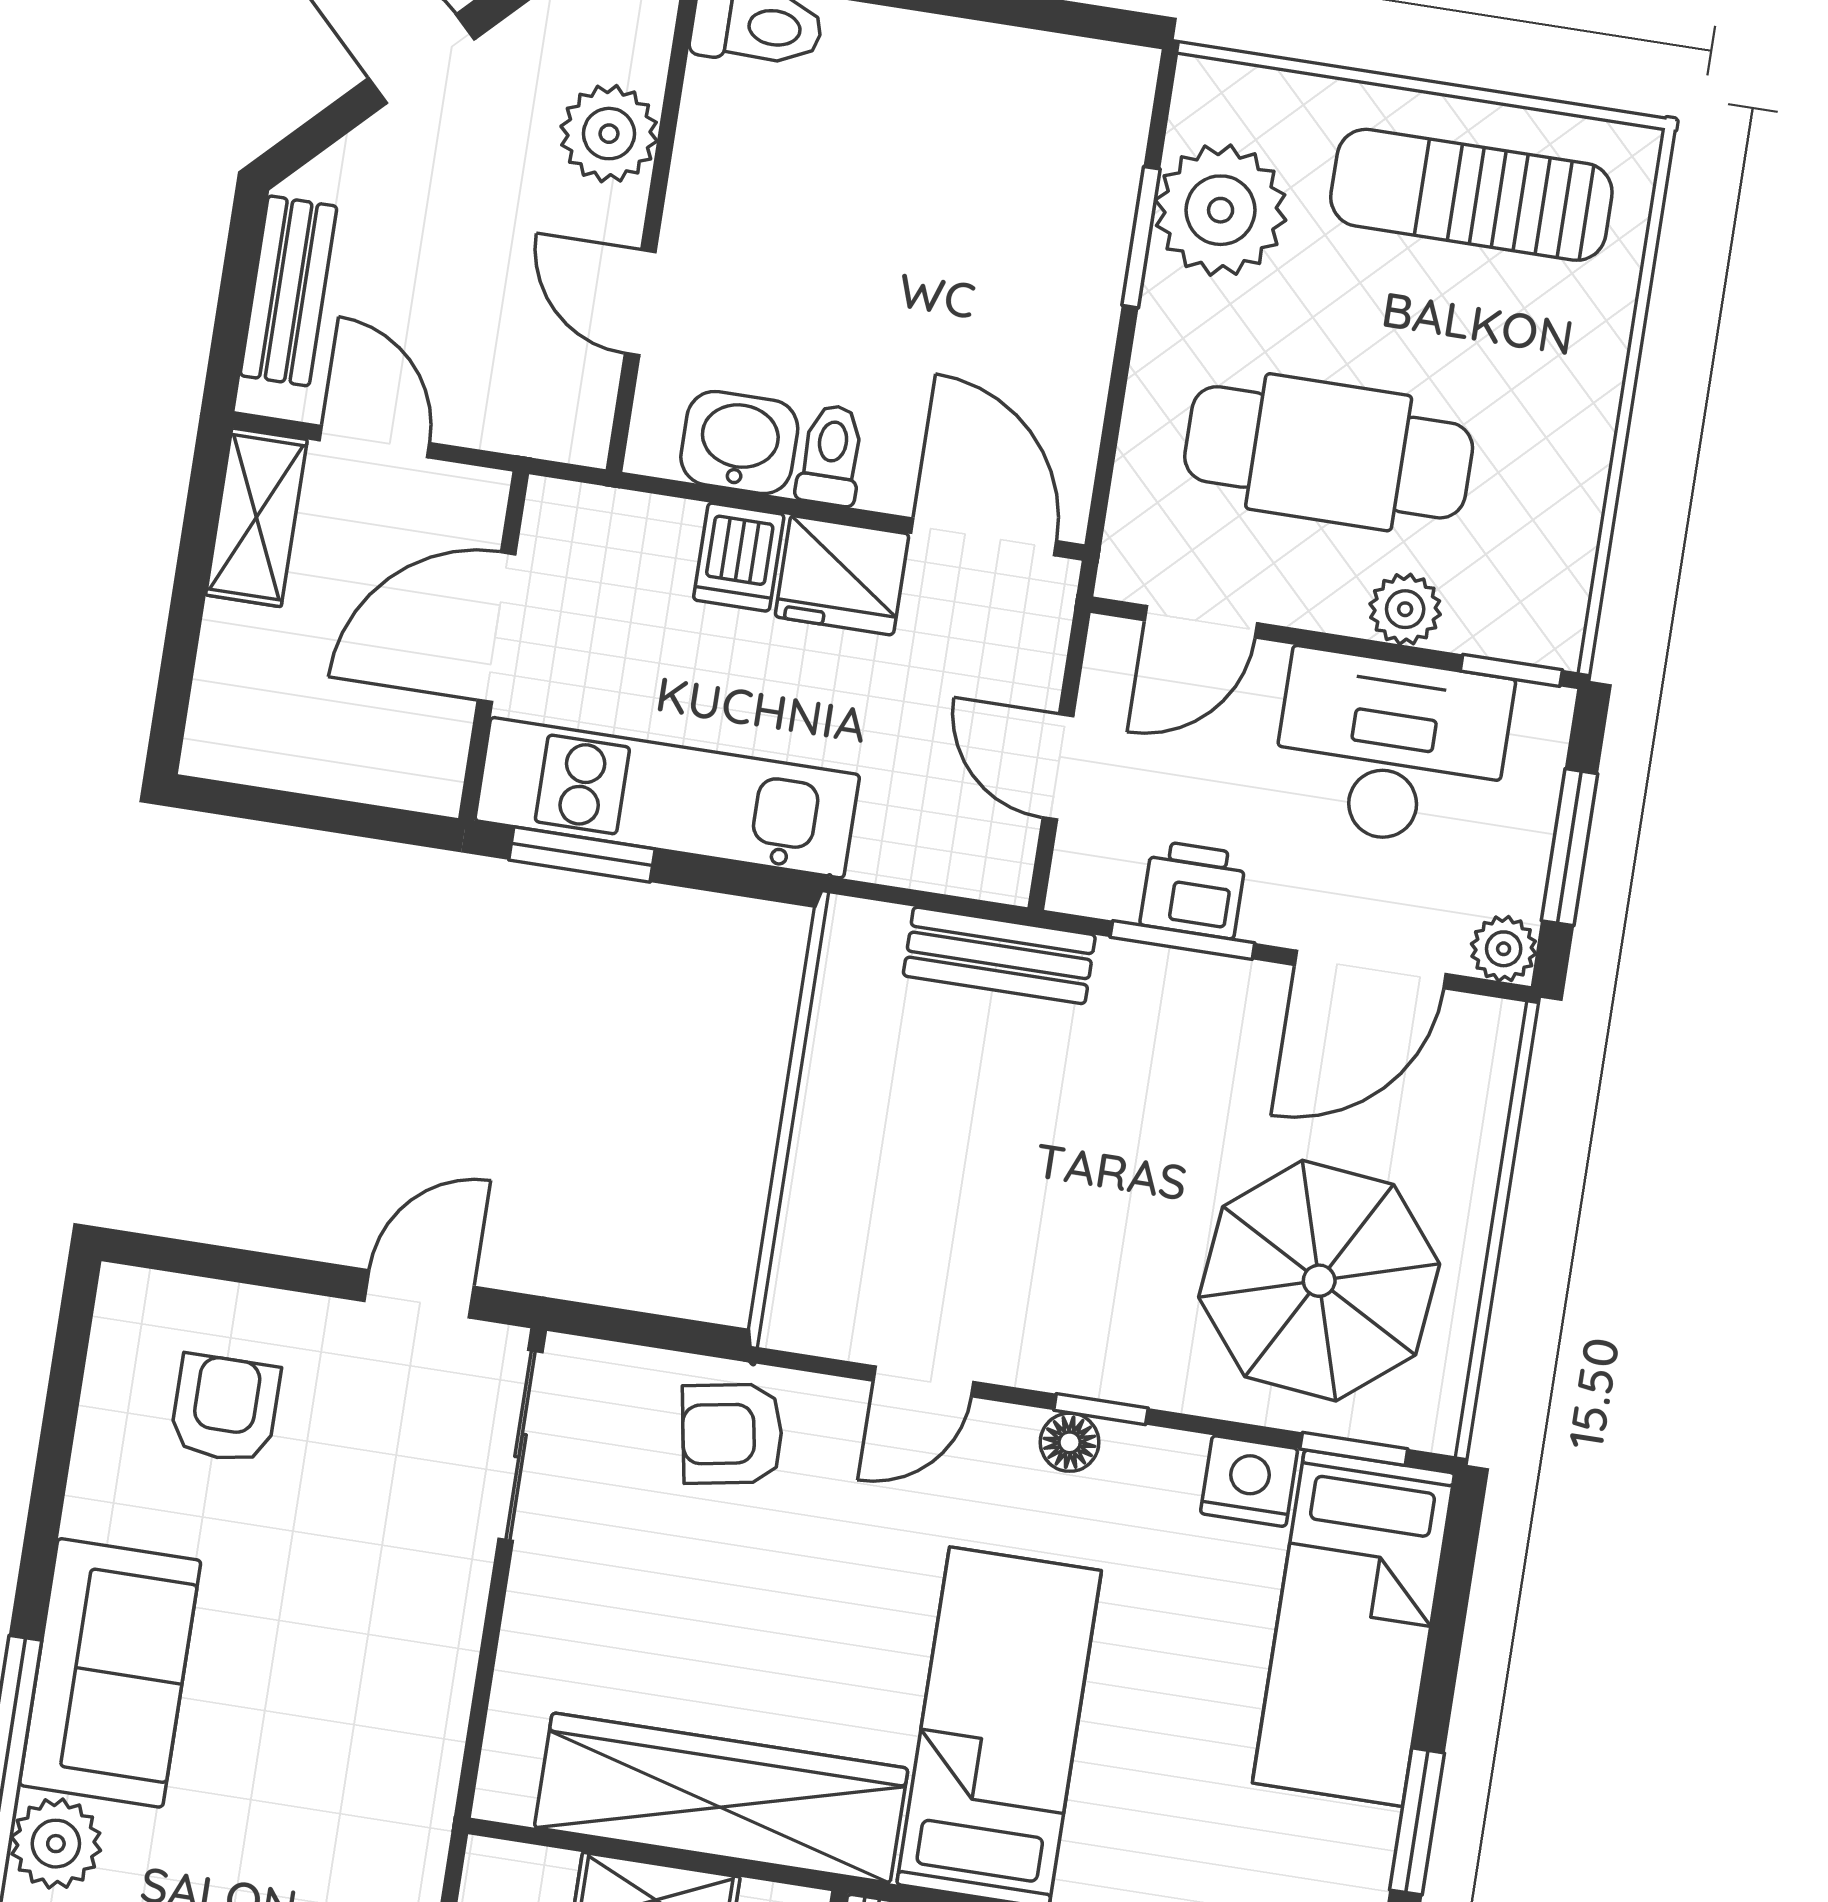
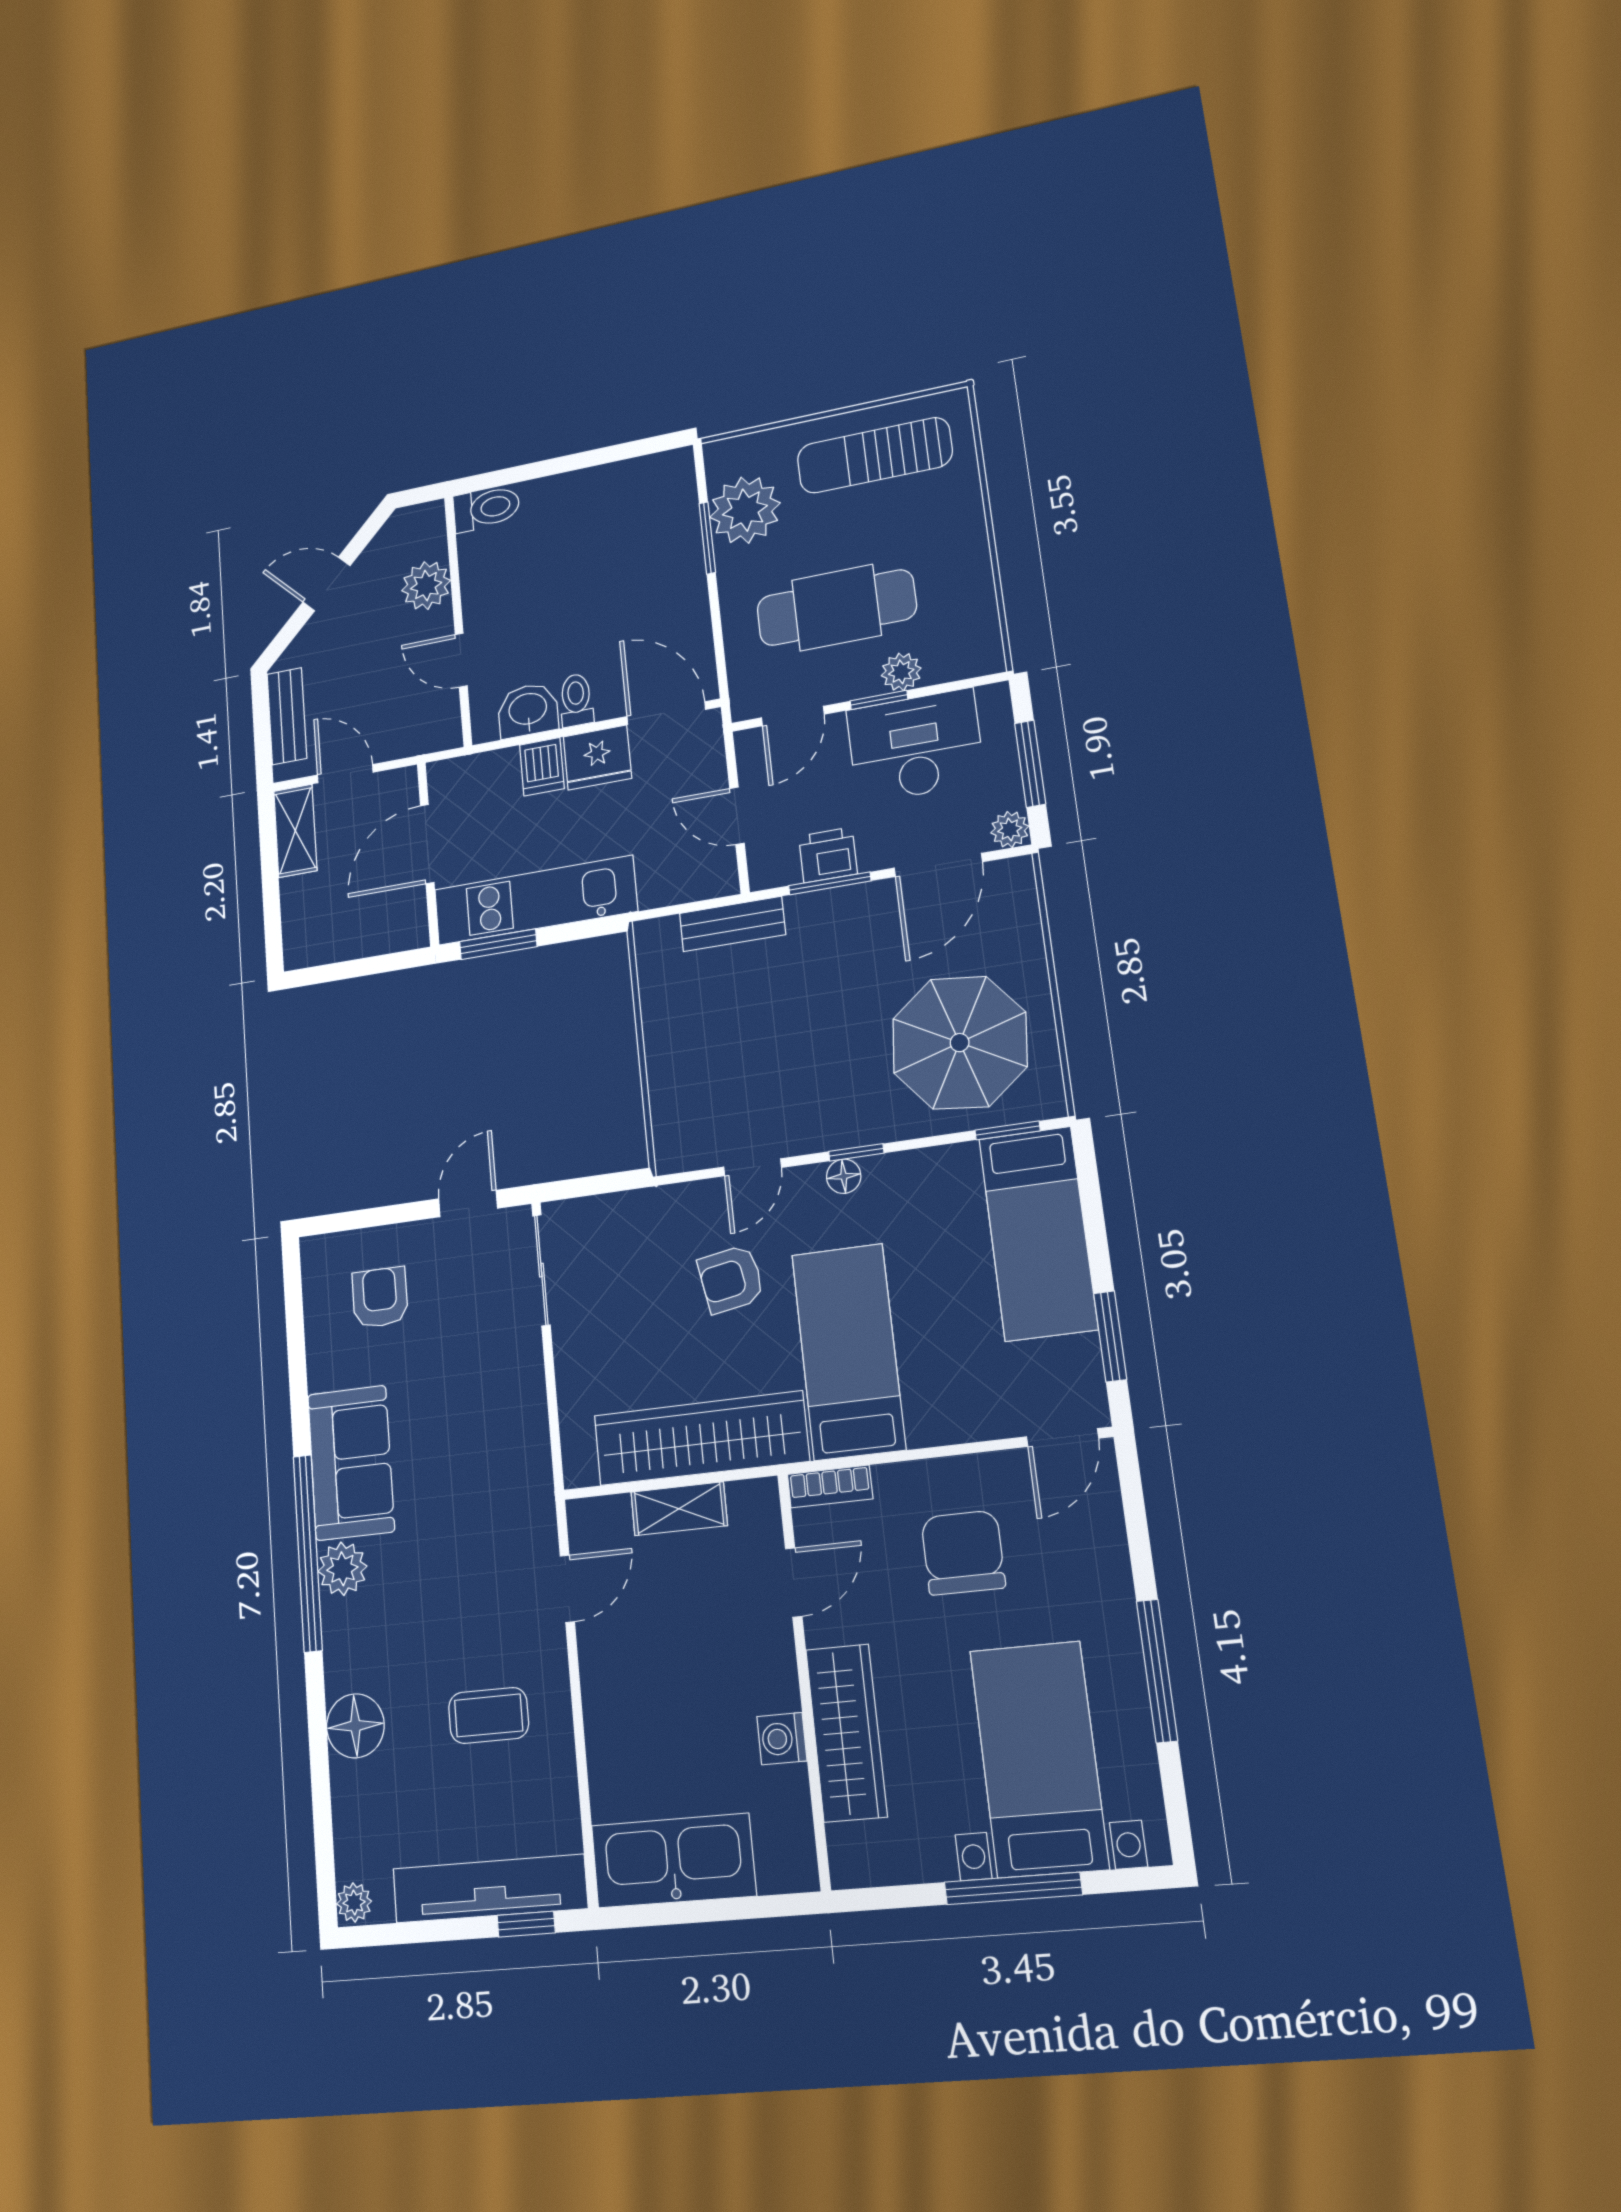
window: (1511, 670) -> (879, 700), moved
armchair: (732, 1434) -> (731, 1279), moved
nightstand: (1249, 1481) -> (952, 1167), removed

